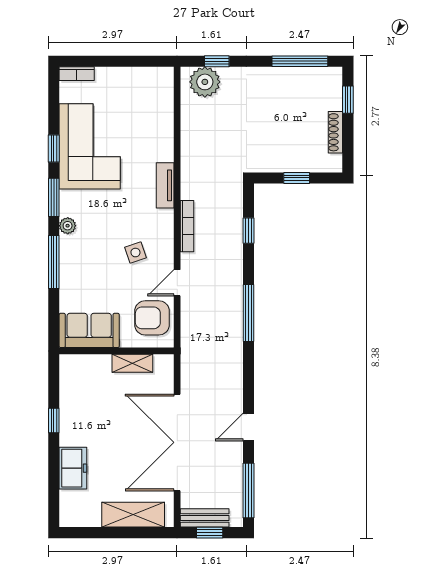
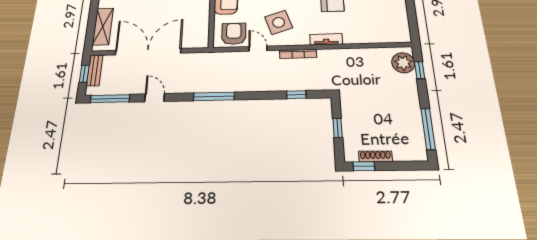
window: (348, 100) -> (364, 166), moved
side table: (135, 253) -> (279, 22), width x1.87, depth x1.87
window: (248, 313) -> (214, 96), moved
shelving: (132, 363) -> (203, 23), removed

